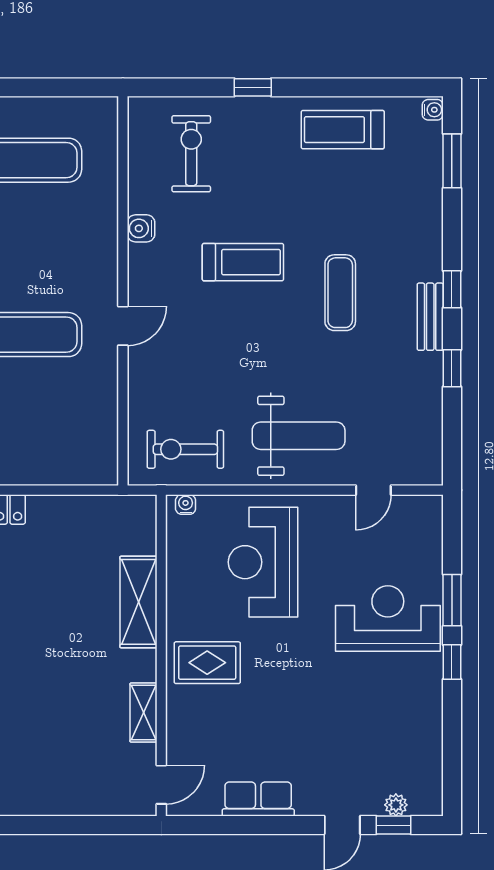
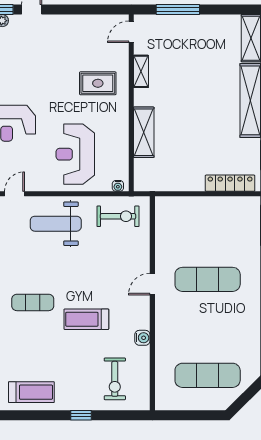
exercise mat: (340, 293) -> (33, 302), turned 90
reception desk: (263, 562) -> (75, 154), turned 180
rug: (207, 663) -> (98, 83), moved
row of seats: (258, 799) -> (78, 24), removed
window: (77, 825) -> (178, 10), added

